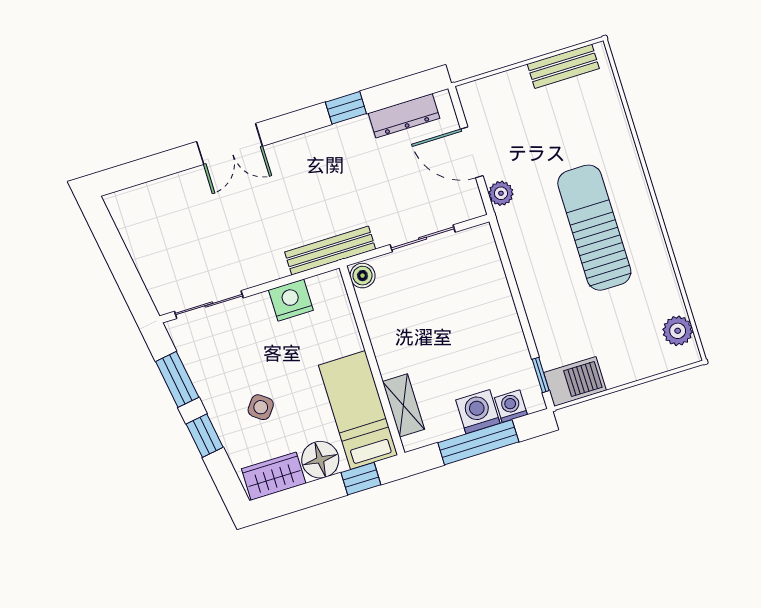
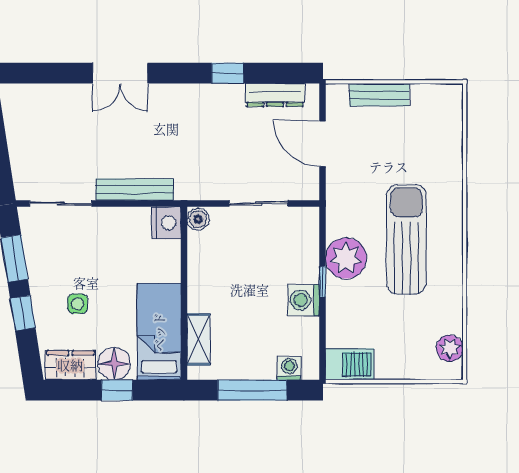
bench: (563, 66) -> (379, 95), moved
plant: (501, 193) -> (346, 258), moved, width x1.87, depth x1.87
bench: (330, 251) -> (135, 190), moved
nightstand: (291, 300) -> (166, 223), moved, turned 90
window: (541, 375) -> (322, 282), moved
side table: (261, 407) -> (78, 304), turned -37
washing machine: (478, 412) -> (304, 300), moved, turned -90
window: (361, 479) -> (117, 390), moved

